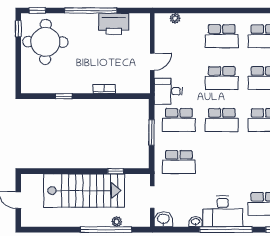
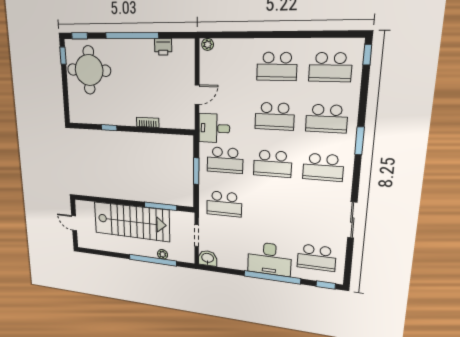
plant: (175, 18) -> (208, 44), moved
printer: (114, 24) -> (163, 47), width x0.53, depth x0.68
window: (115, 171) -> (160, 206), width x2.17
washbasin: (196, 222) -> (240, 265), removed

